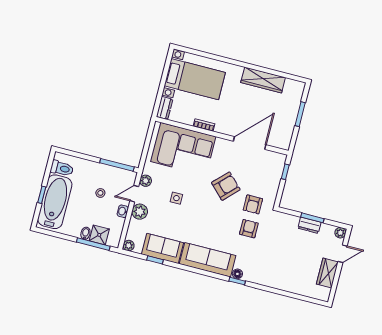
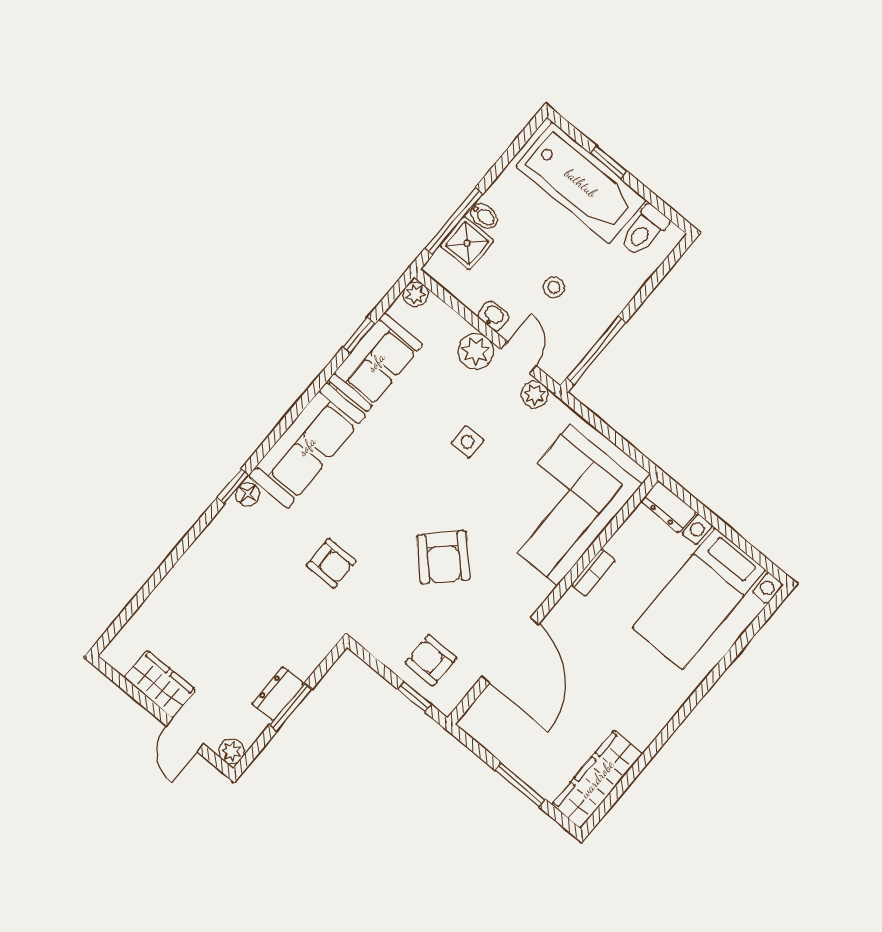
wardrobe: (263, 80) -> (597, 779), moved
armchair: (253, 204) -> (431, 660), moved

